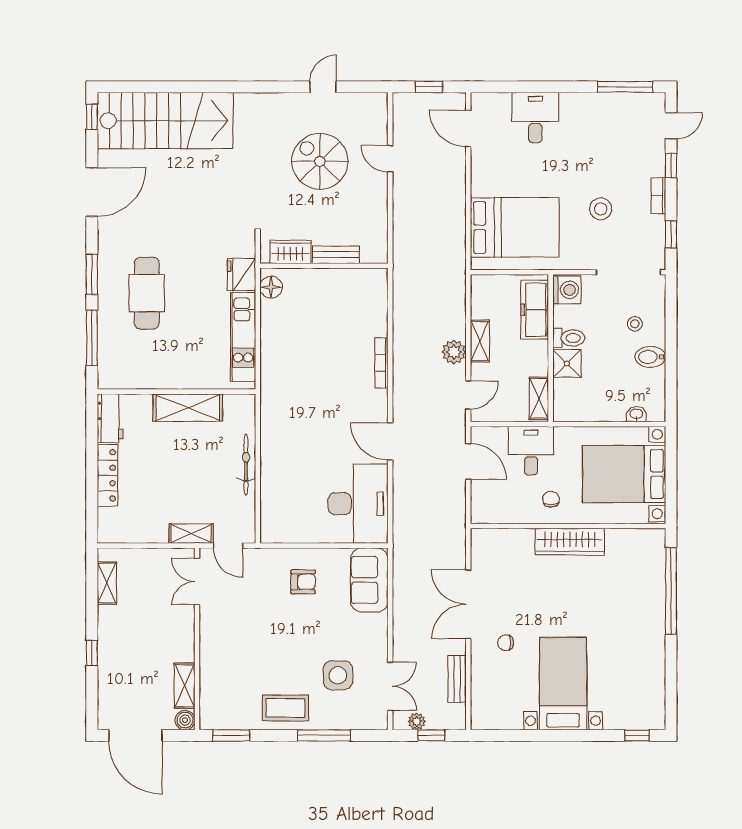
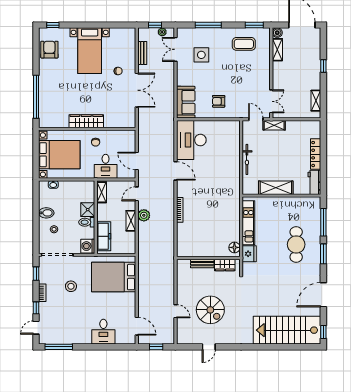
armchair: (644, 686) -> (49, 50), added
coffee table: (286, 708) -> (244, 44), moved

